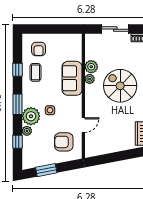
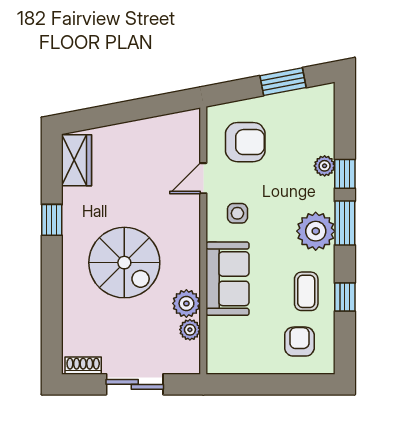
plant: (90, 79) -> (190, 330), moved
side table: (50, 110) -> (237, 213), moved
plant: (31, 116) -> (316, 231), moved
window: (17, 142) -> (345, 174), moved

